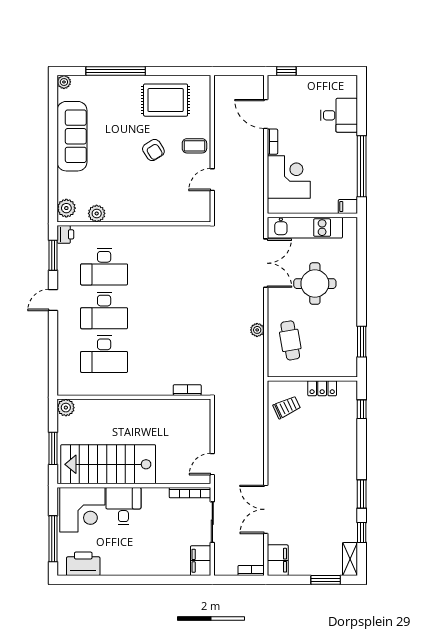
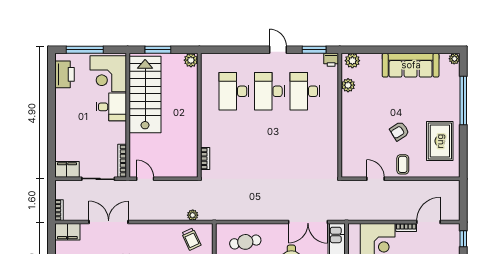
plant: (257, 330) -> (193, 215), moved

